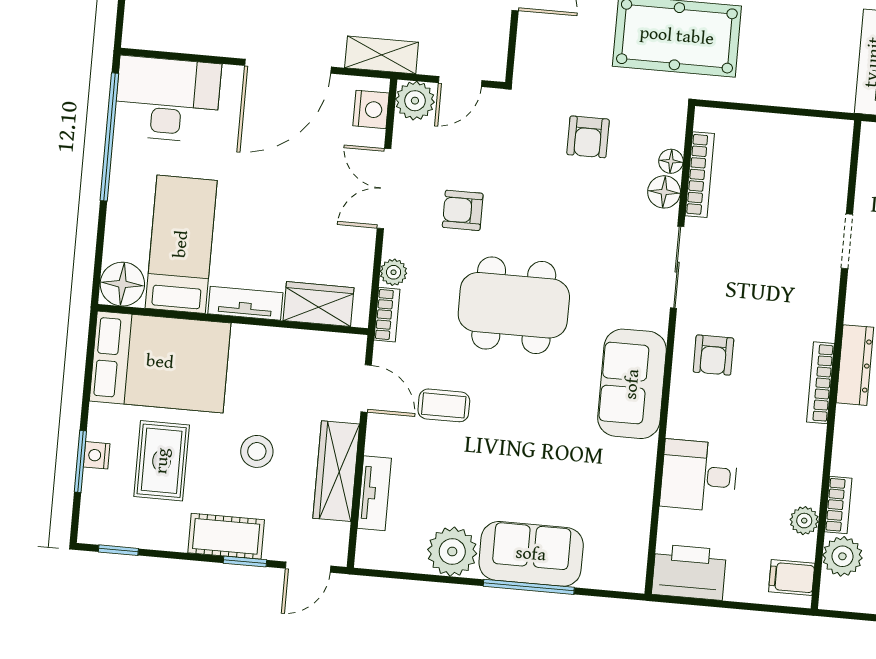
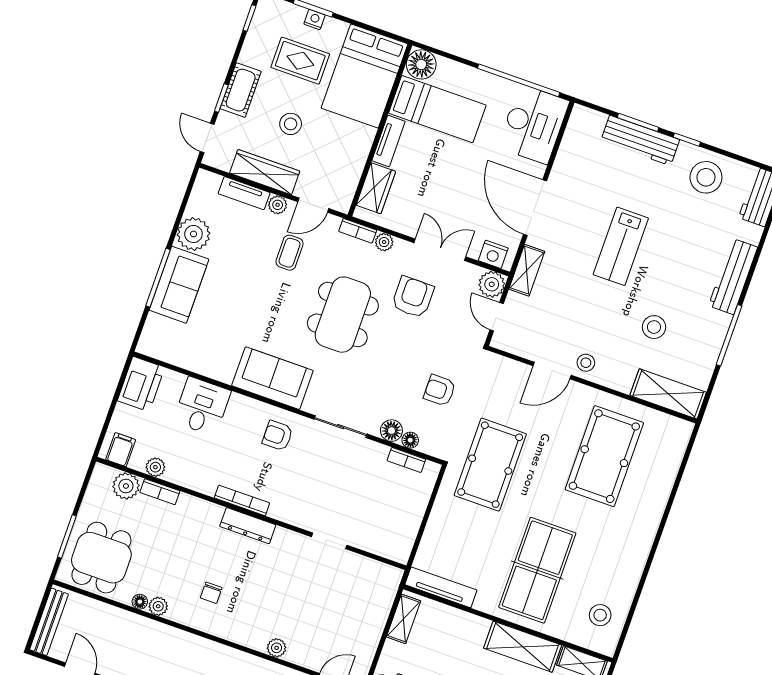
bookcase: (700, 175) -> (406, 460), width x0.64
armchair: (463, 210) -> (413, 297), width x1.38, depth x1.38
plant: (379, 440) -> (278, 205), added

